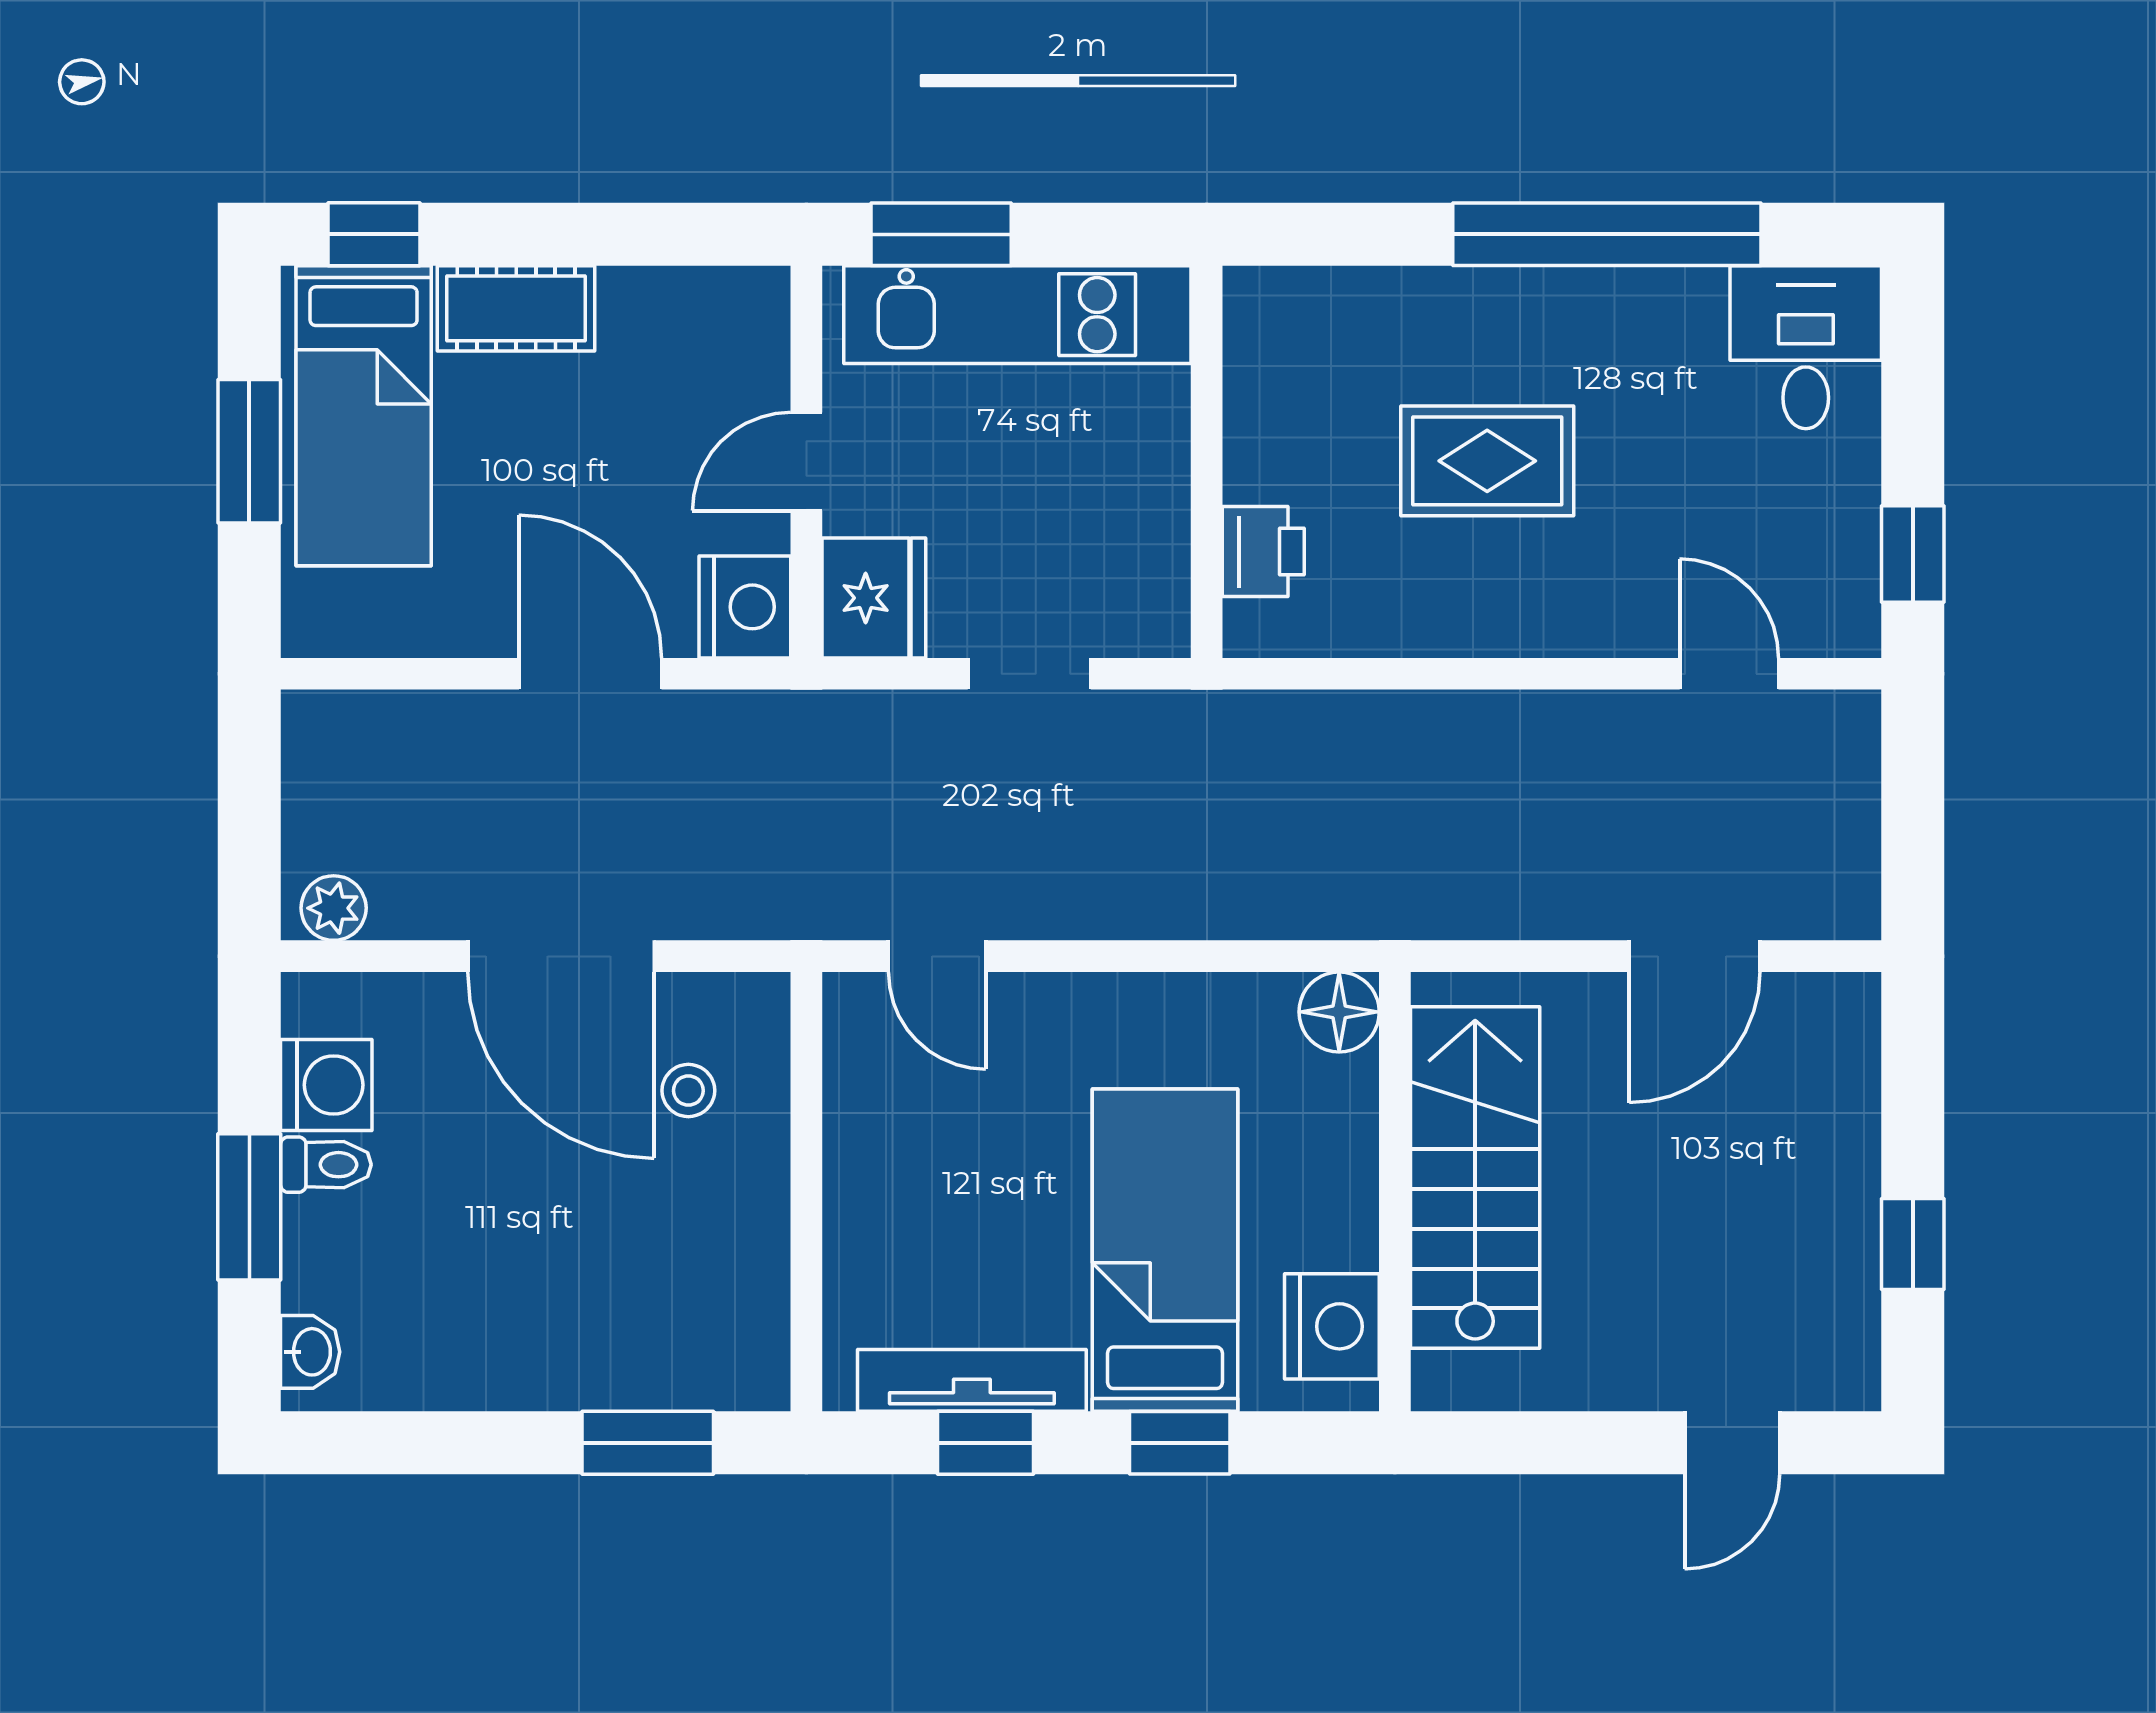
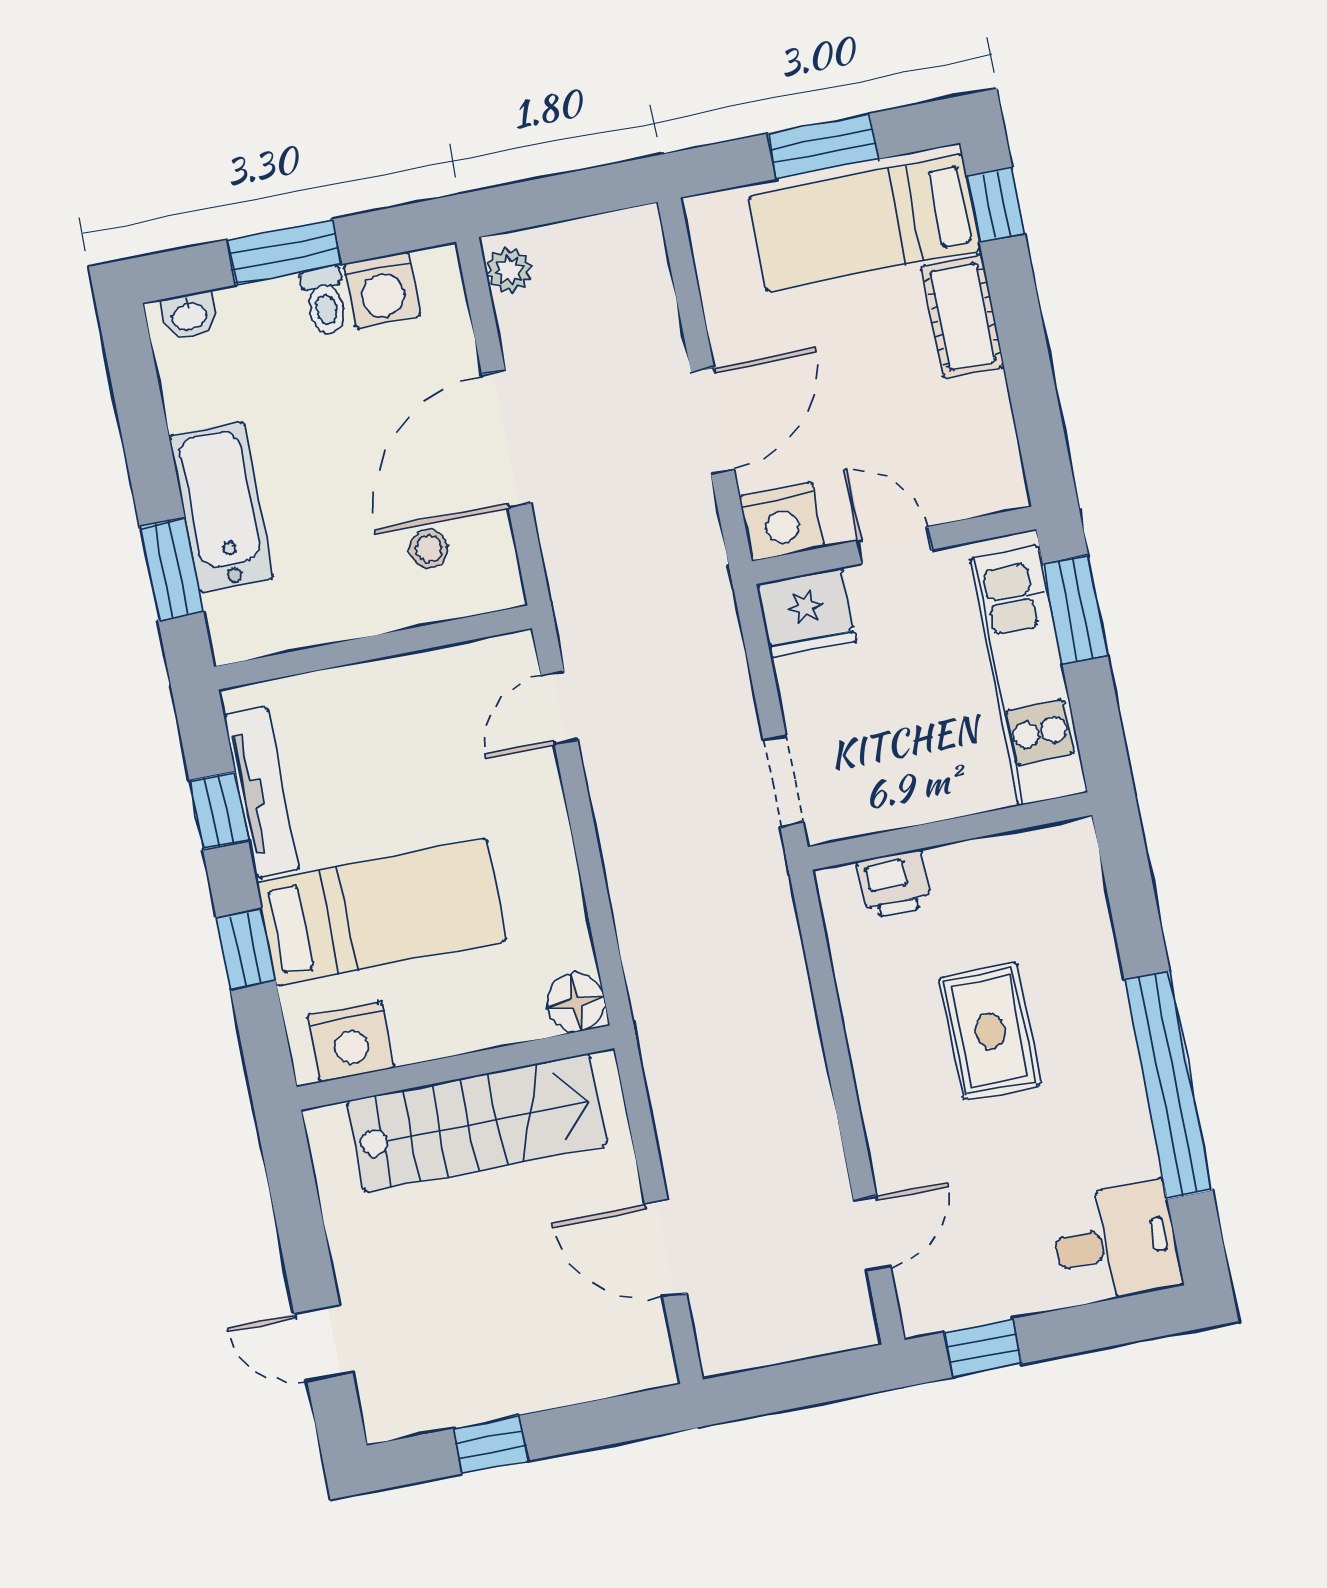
doorway: (1029, 674) -> (783, 781), moved
bathtub: (577, 1359) -> (221, 507), added

